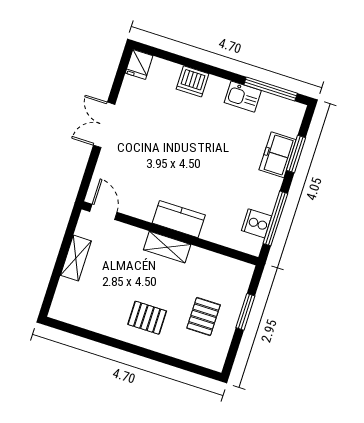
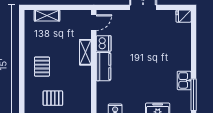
dishwasher: (192, 81) -> (104, 43), moved, turned 180
shelving: (167, 247) -> (85, 52), moved
shelving: (76, 258) -> (47, 15), moved

